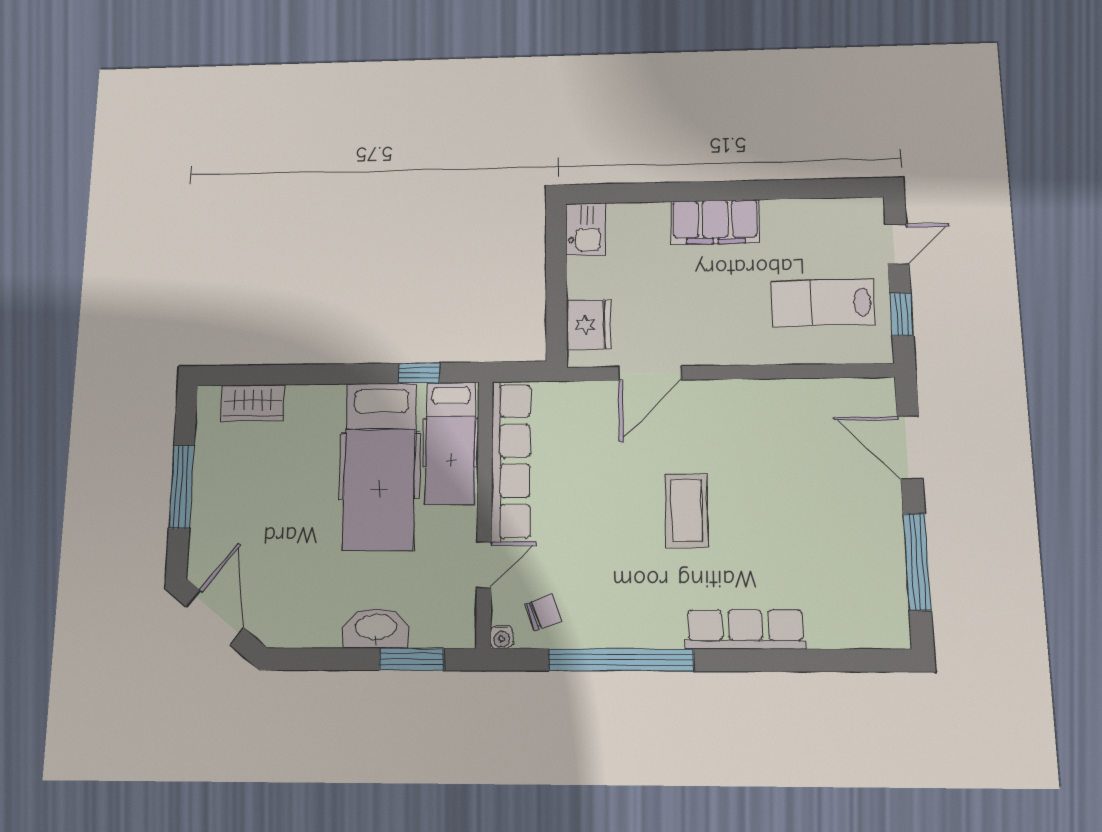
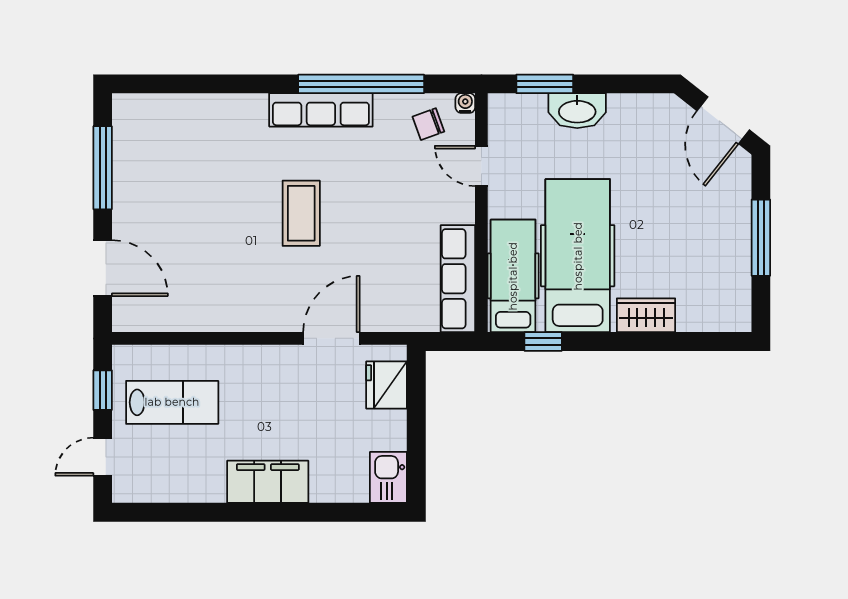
wardrobe: (252, 403) -> (646, 315), moved
row of seats: (511, 461) -> (458, 279), width x0.73
door: (484, 565) -> (481, 166), hinge flipped
row of seats: (745, 629) -> (321, 110), moved

